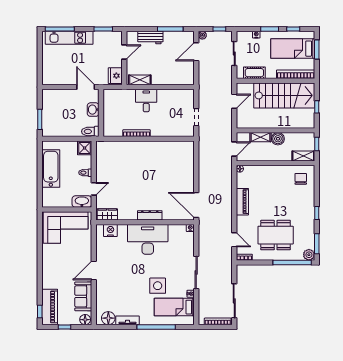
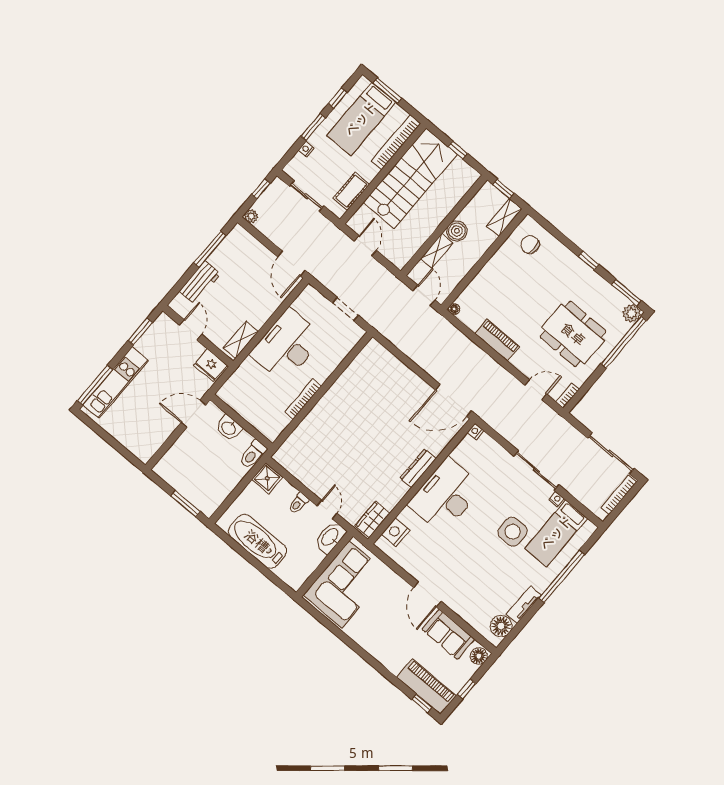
door: (196, 52) -> (291, 263), moved
desk: (146, 101) -> (287, 345), width x1.87, depth x1.30
dining table: (276, 235) -> (573, 334), turned 90

